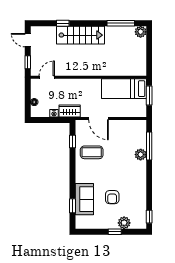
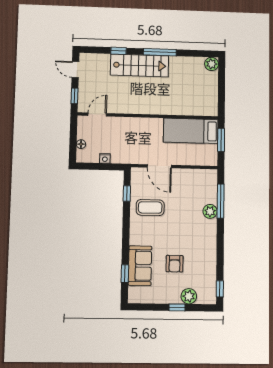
window: (121, 23) -> (160, 52), moved
wardrobe: (70, 111) -> (124, 156), removed

